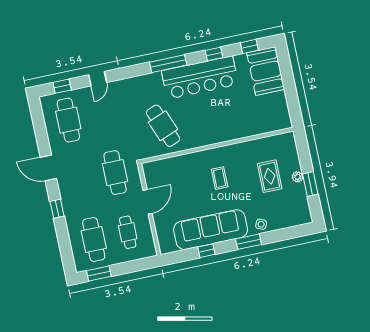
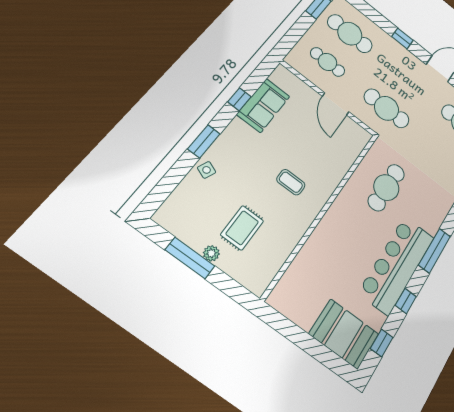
cafe table: (163, 126) -> (386, 187), turned -69
rug: (270, 176) -> (242, 228), turned 90
window: (310, 184) -> (190, 258), width x1.44
sofa: (211, 230) -> (263, 105), width x0.54, depth x0.79

